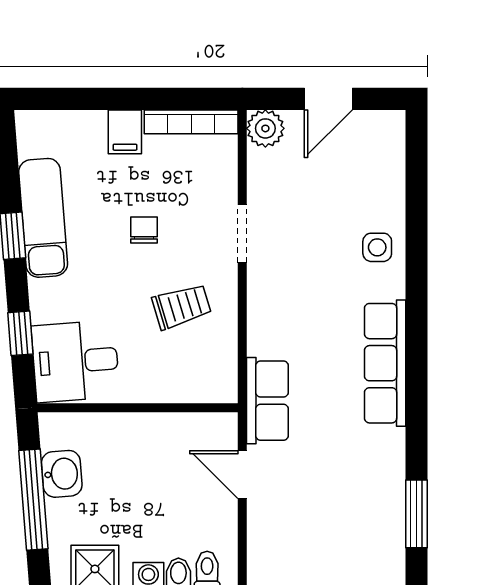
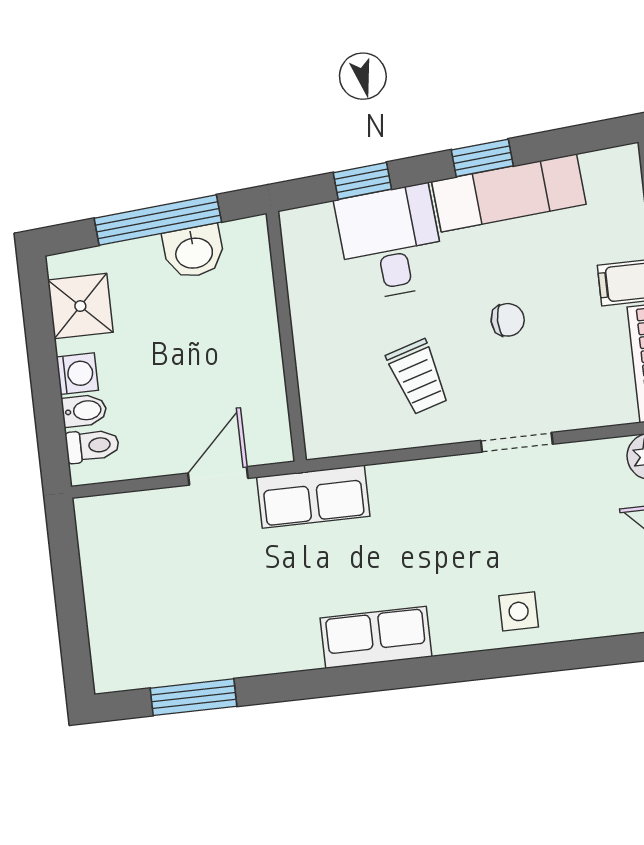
desk: (75, 361) -> (390, 242), moved
row of seats: (385, 363) -> (376, 637), width x0.68

